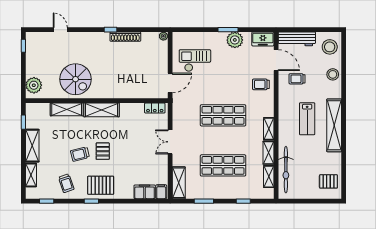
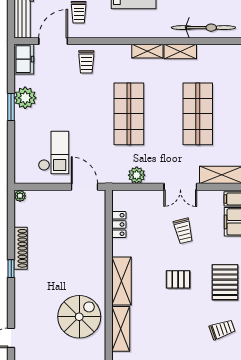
checkout: (195, 61) -> (54, 153), turned 180
locker: (155, 108) -> (119, 224), moved
plant: (178, 121) -> (137, 175), added
double door: (170, 142) -> (180, 187), moved
trolley: (80, 154) -> (183, 231), moved
shelving: (269, 177) -> (213, 51), removed

